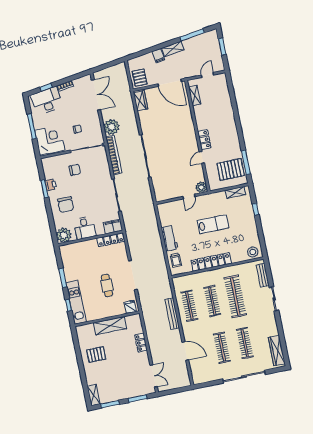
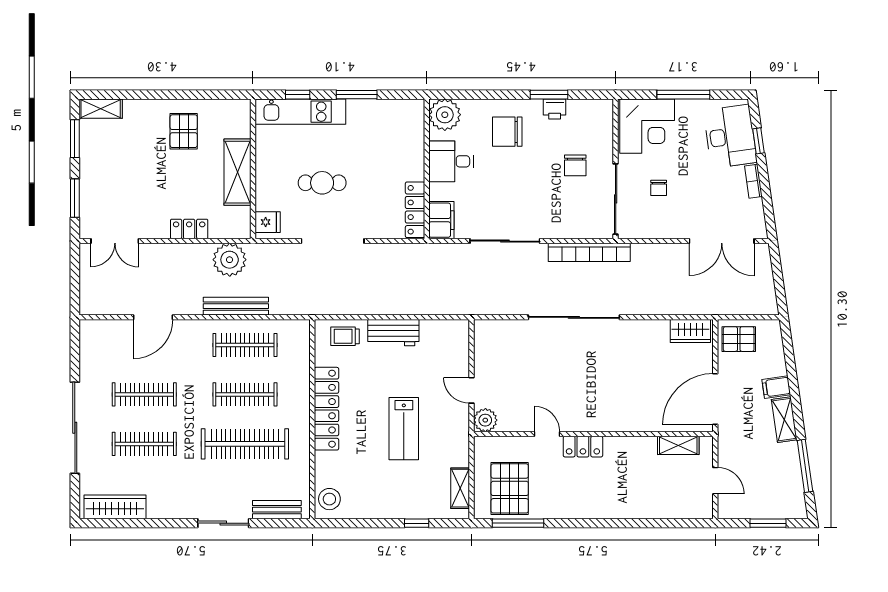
plant: (112, 127) -> (230, 260), moved

